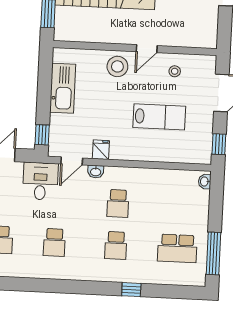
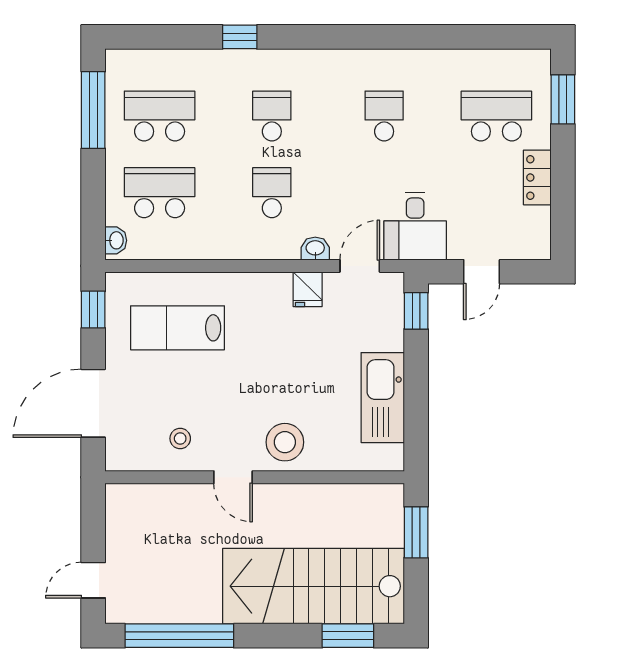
door: (147, 49) -> (233, 477), swing flipped
lab bench: (159, 117) -> (177, 328), moved
school desk: (179, 206) -> (160, 193), added

